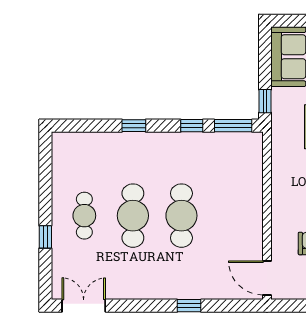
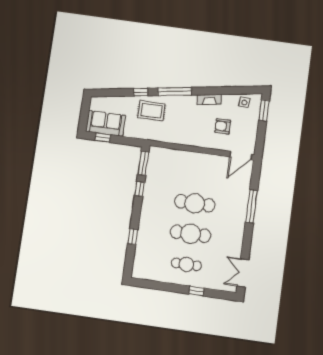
window: (265, 101) -> (103, 138), moved
window: (134, 126) -> (133, 237), moved
window: (189, 306) -> (252, 206), width x2.17

